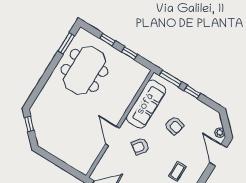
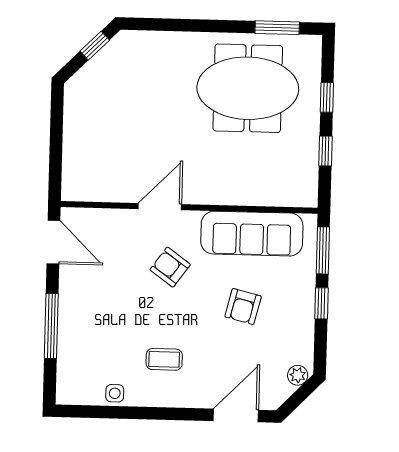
plant: (220, 133) -> (298, 375), moved

